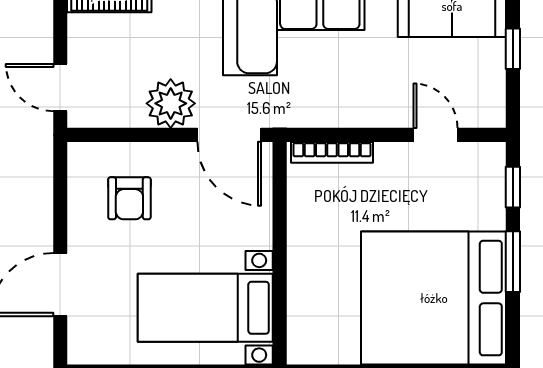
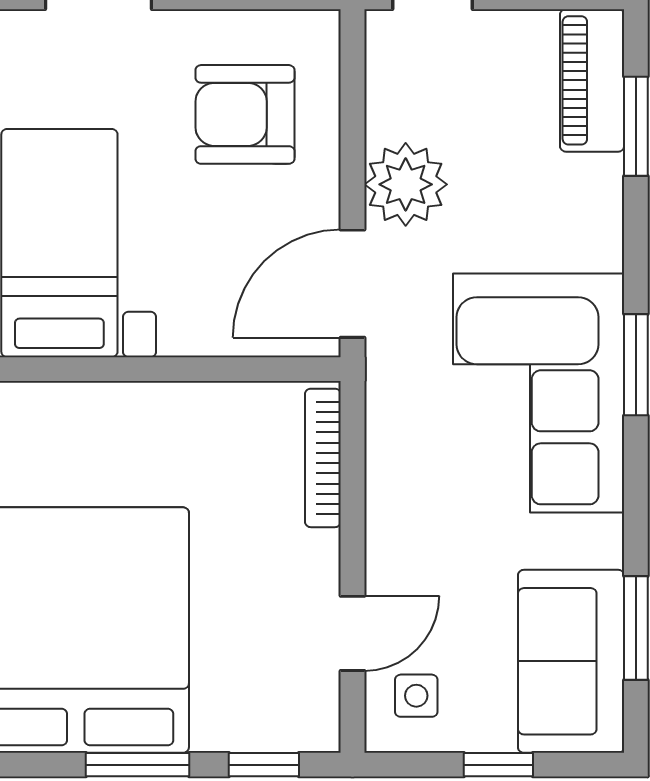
side table: (472, 97) -> (416, 696), added
armchair: (129, 198) -> (245, 114), width x1.38, depth x1.38

